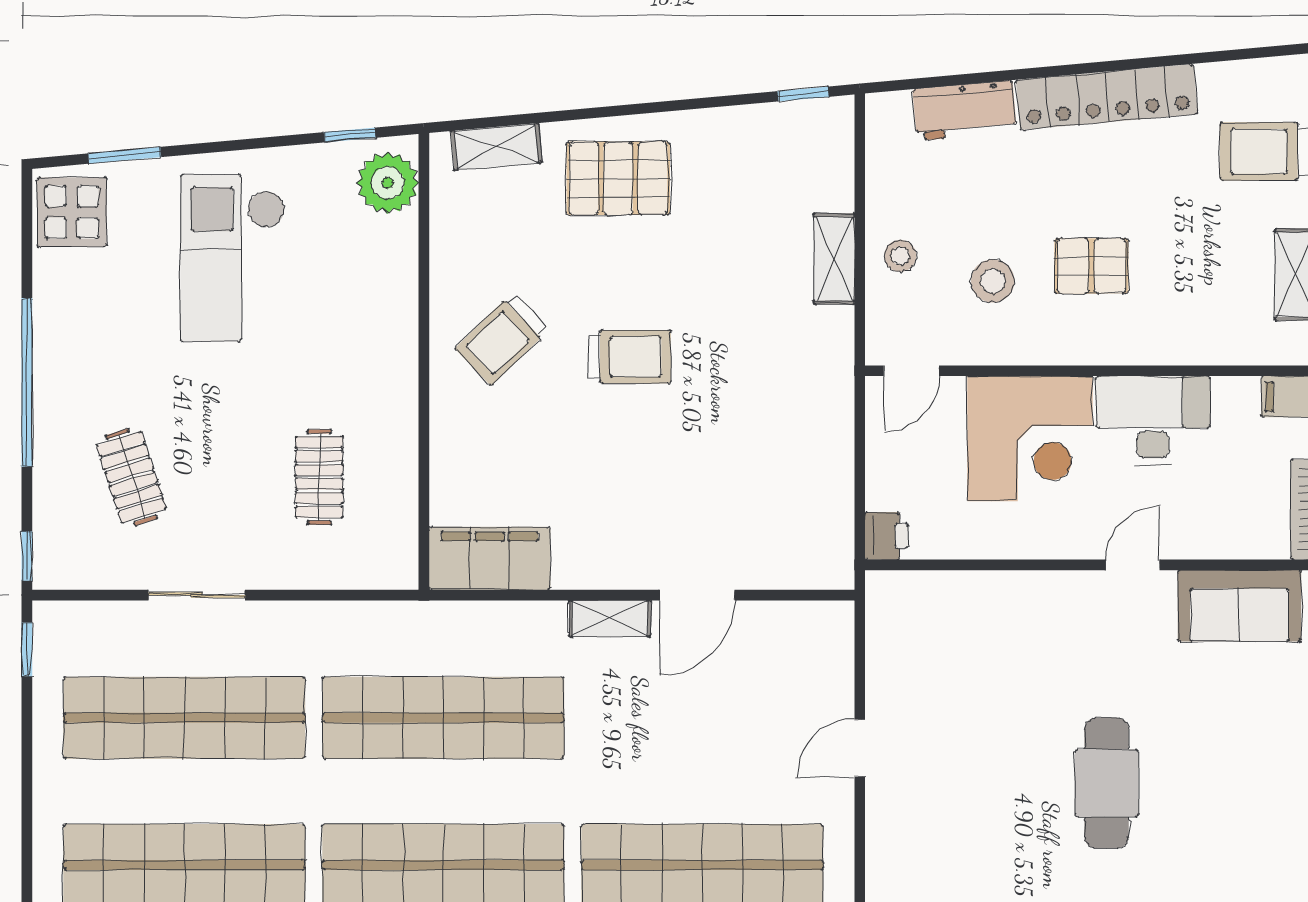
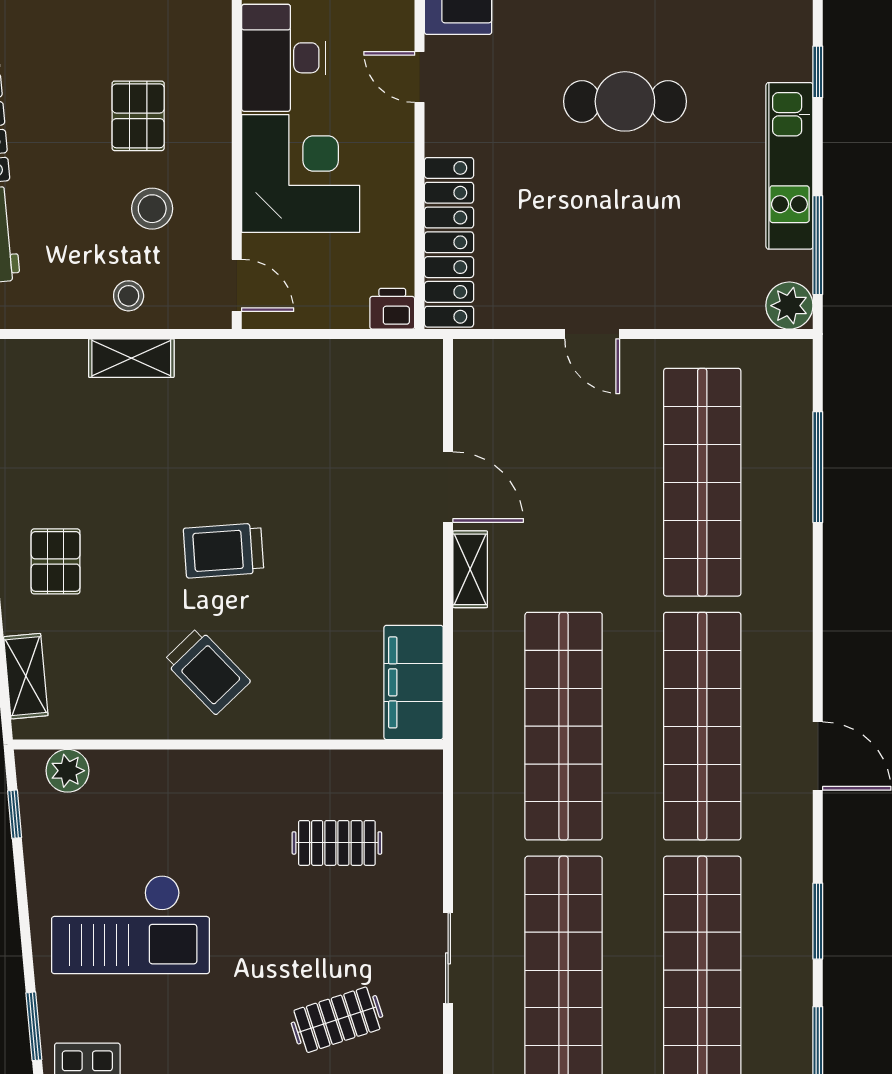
pallet: (618, 178) -> (56, 561), width x0.67, depth x0.71
plant: (388, 183) -> (68, 771), width x0.73, depth x0.73
trolley: (630, 357) -> (223, 551), turned -94
locker: (957, 596) -> (449, 242), added

